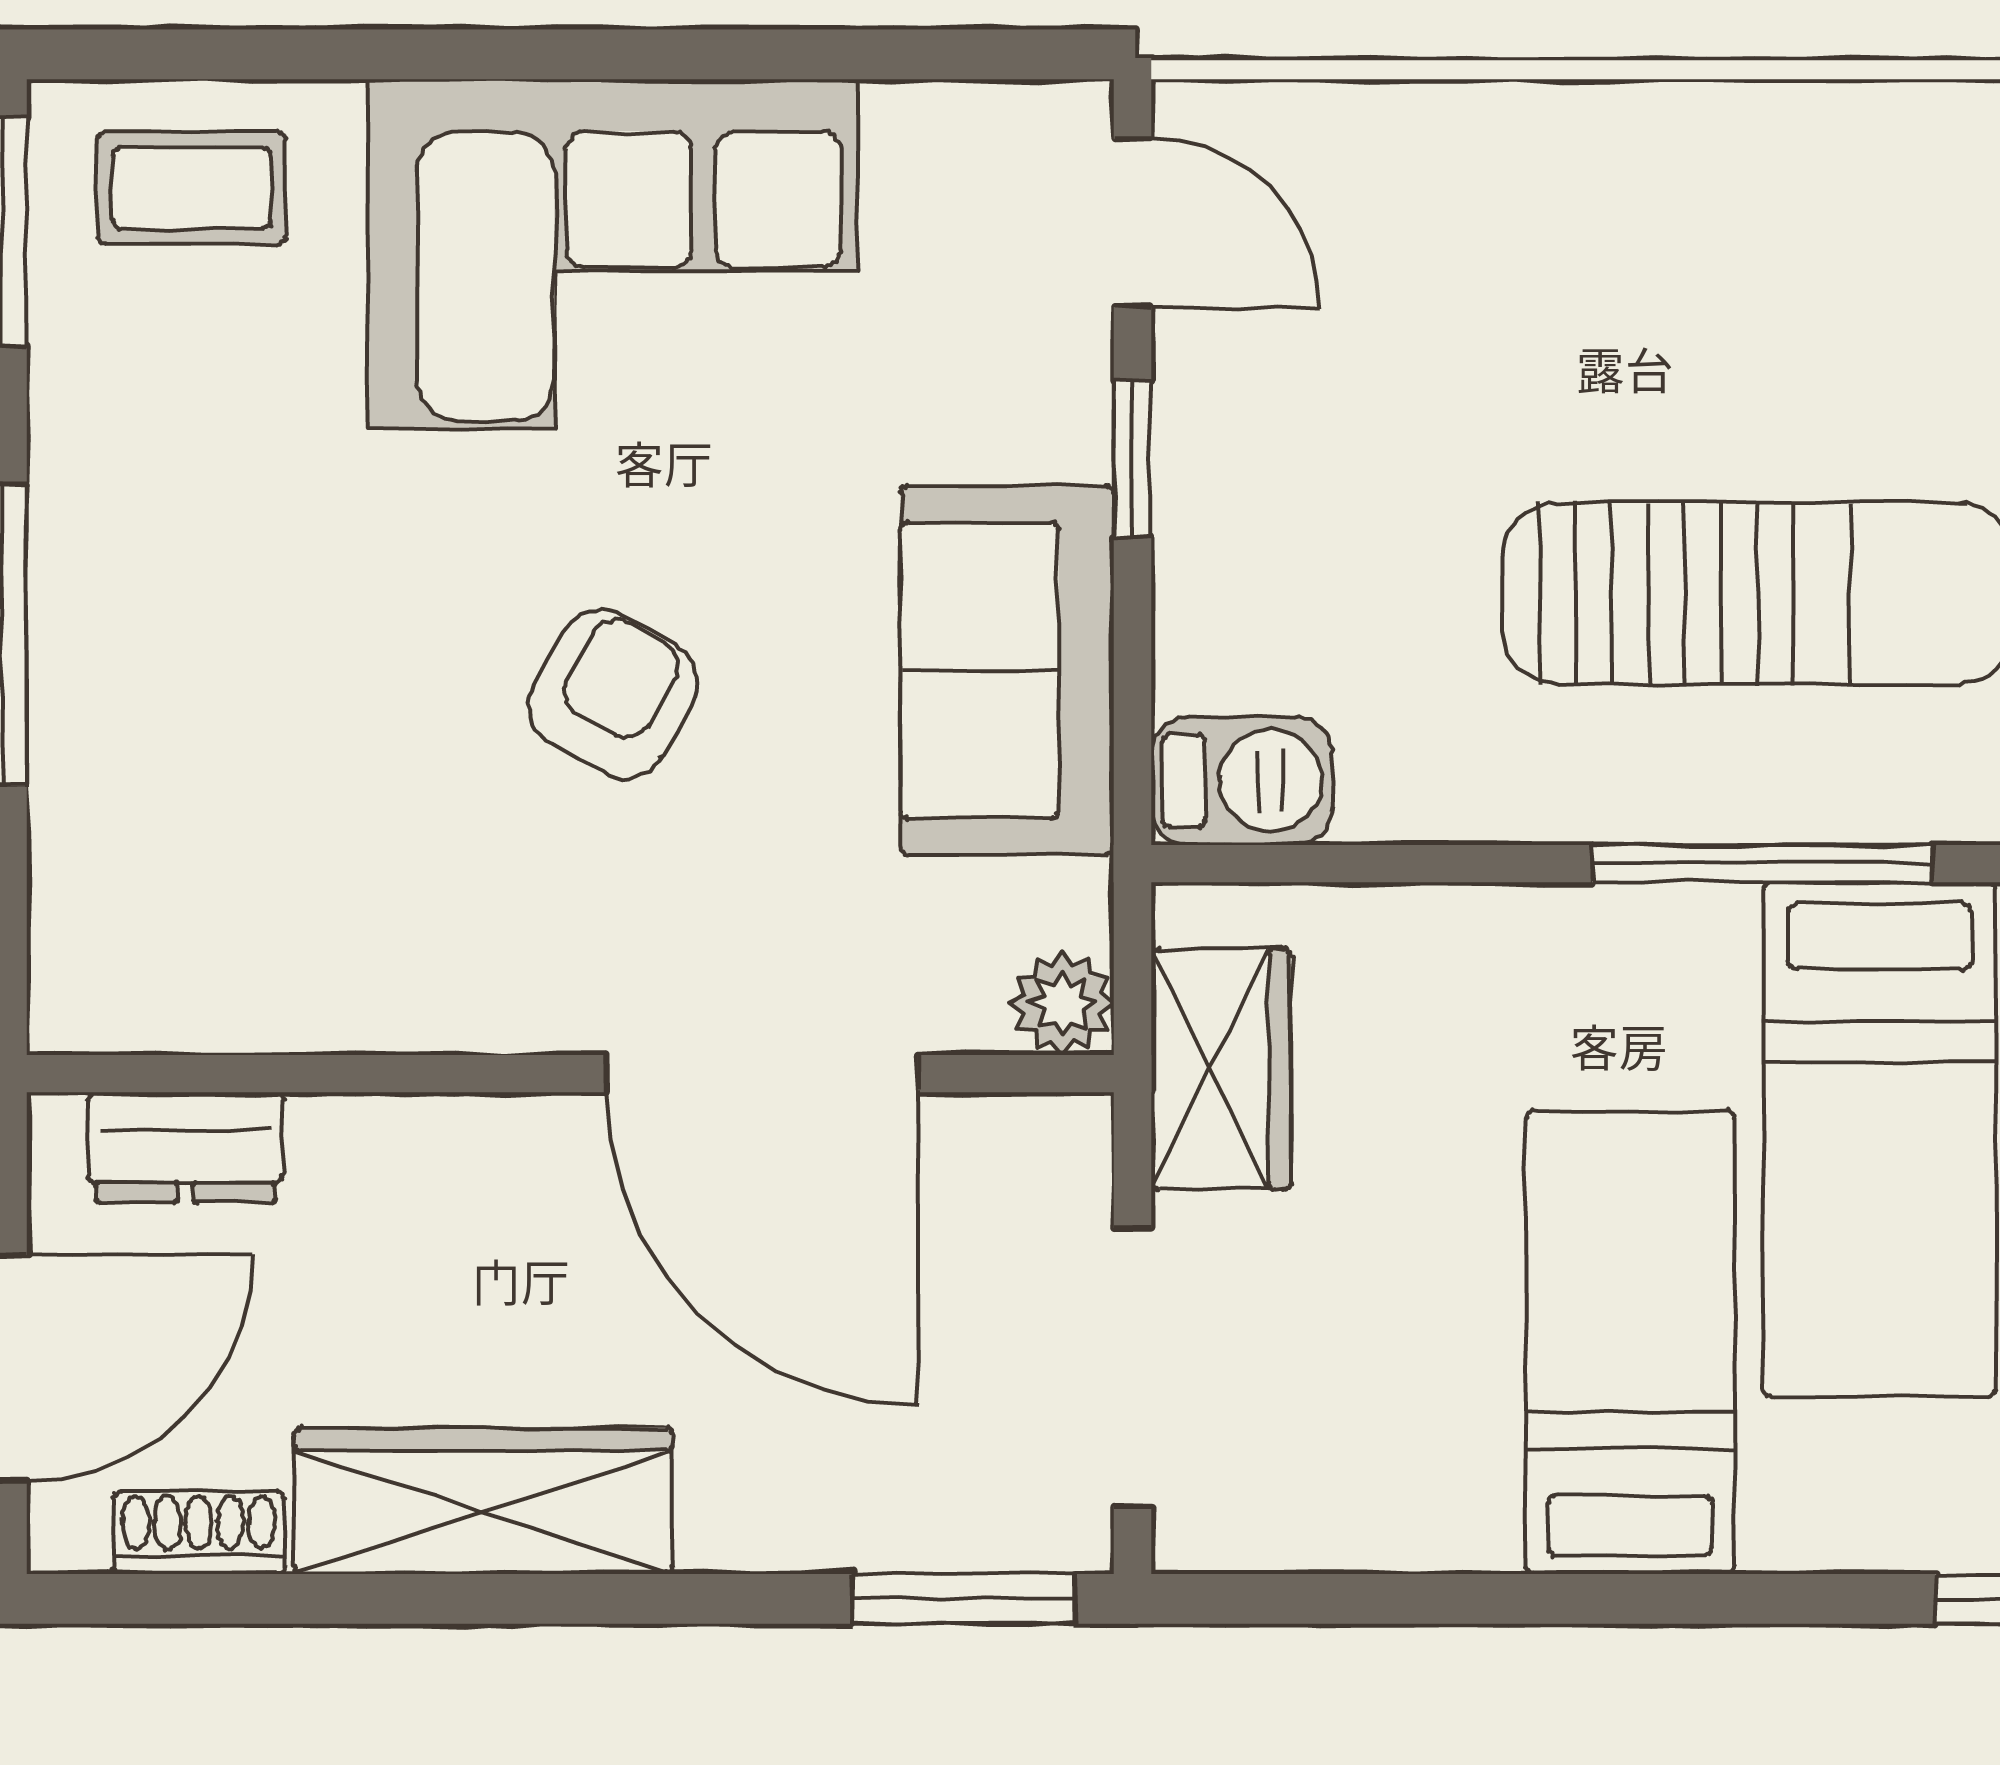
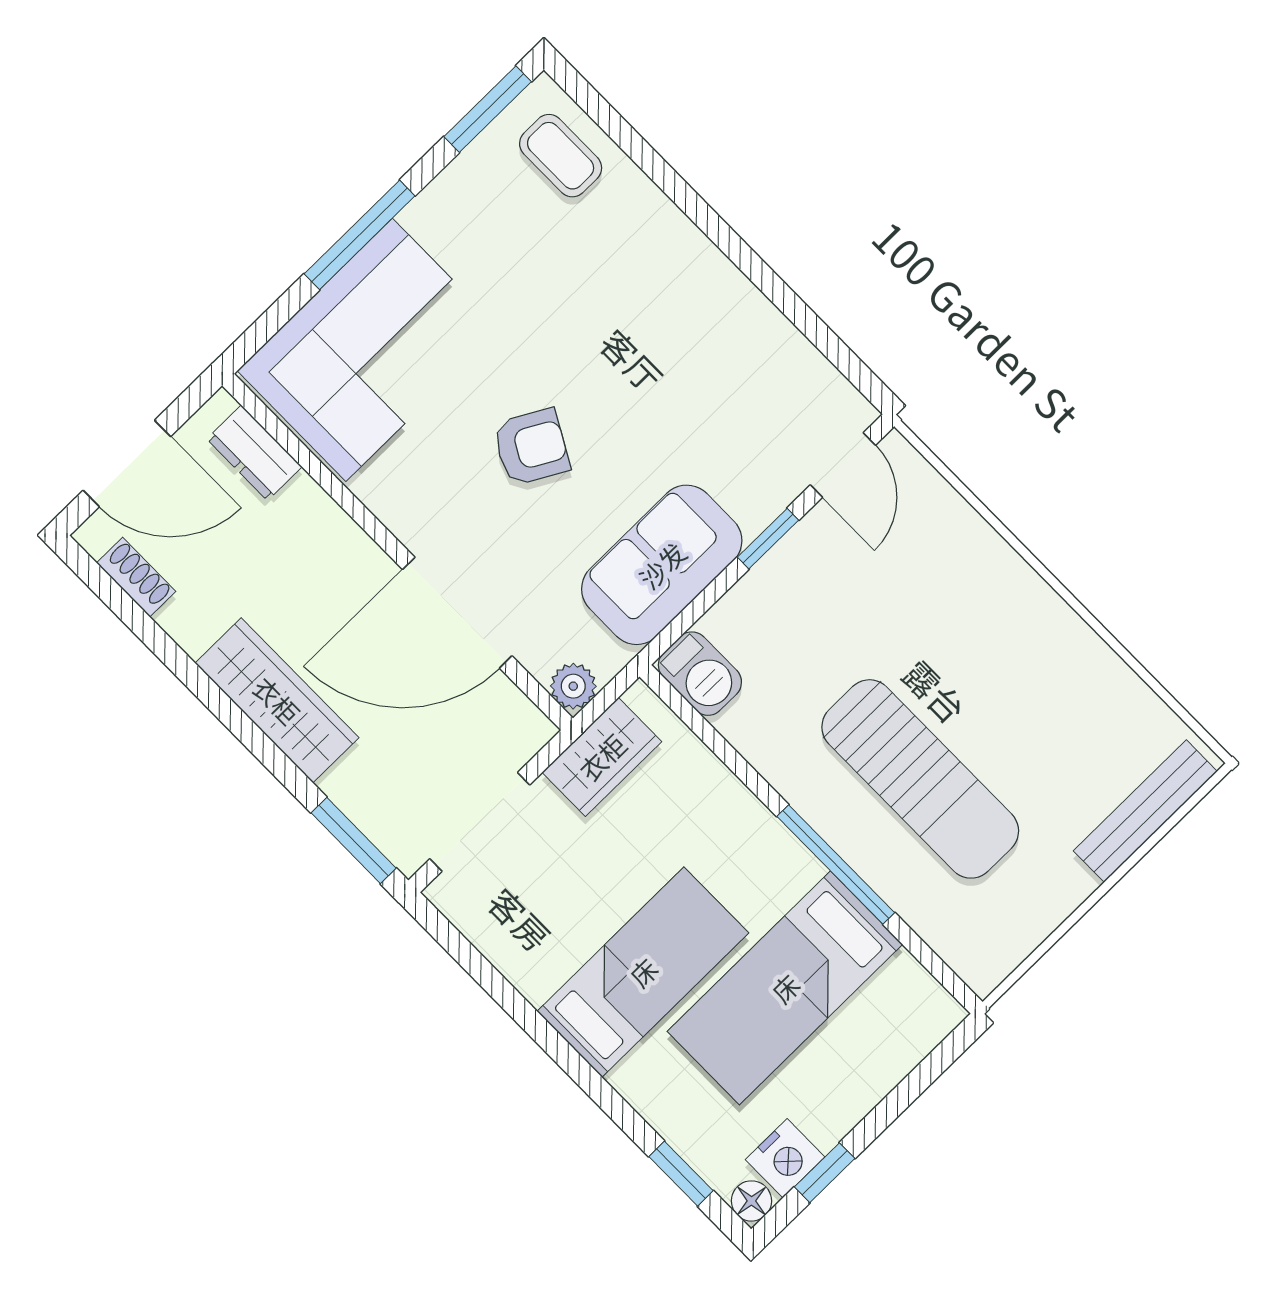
corner sofa: (613, 254) -> (369, 350), moved, turned -90
door: (762, 1074) -> (457, 613), hinge flipped
wardrobe: (483, 1501) -> (277, 700), moved

